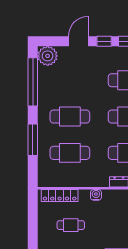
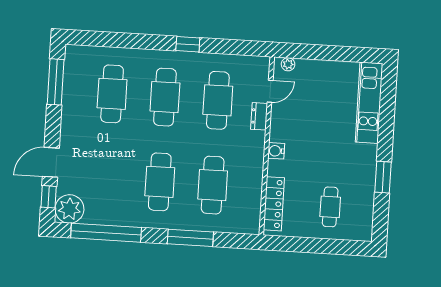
door: (79, 41) -> (51, 162), hinge flipped
window: (104, 41) -> (49, 197), moved
cafe table: (71, 225) -> (330, 207), moved

